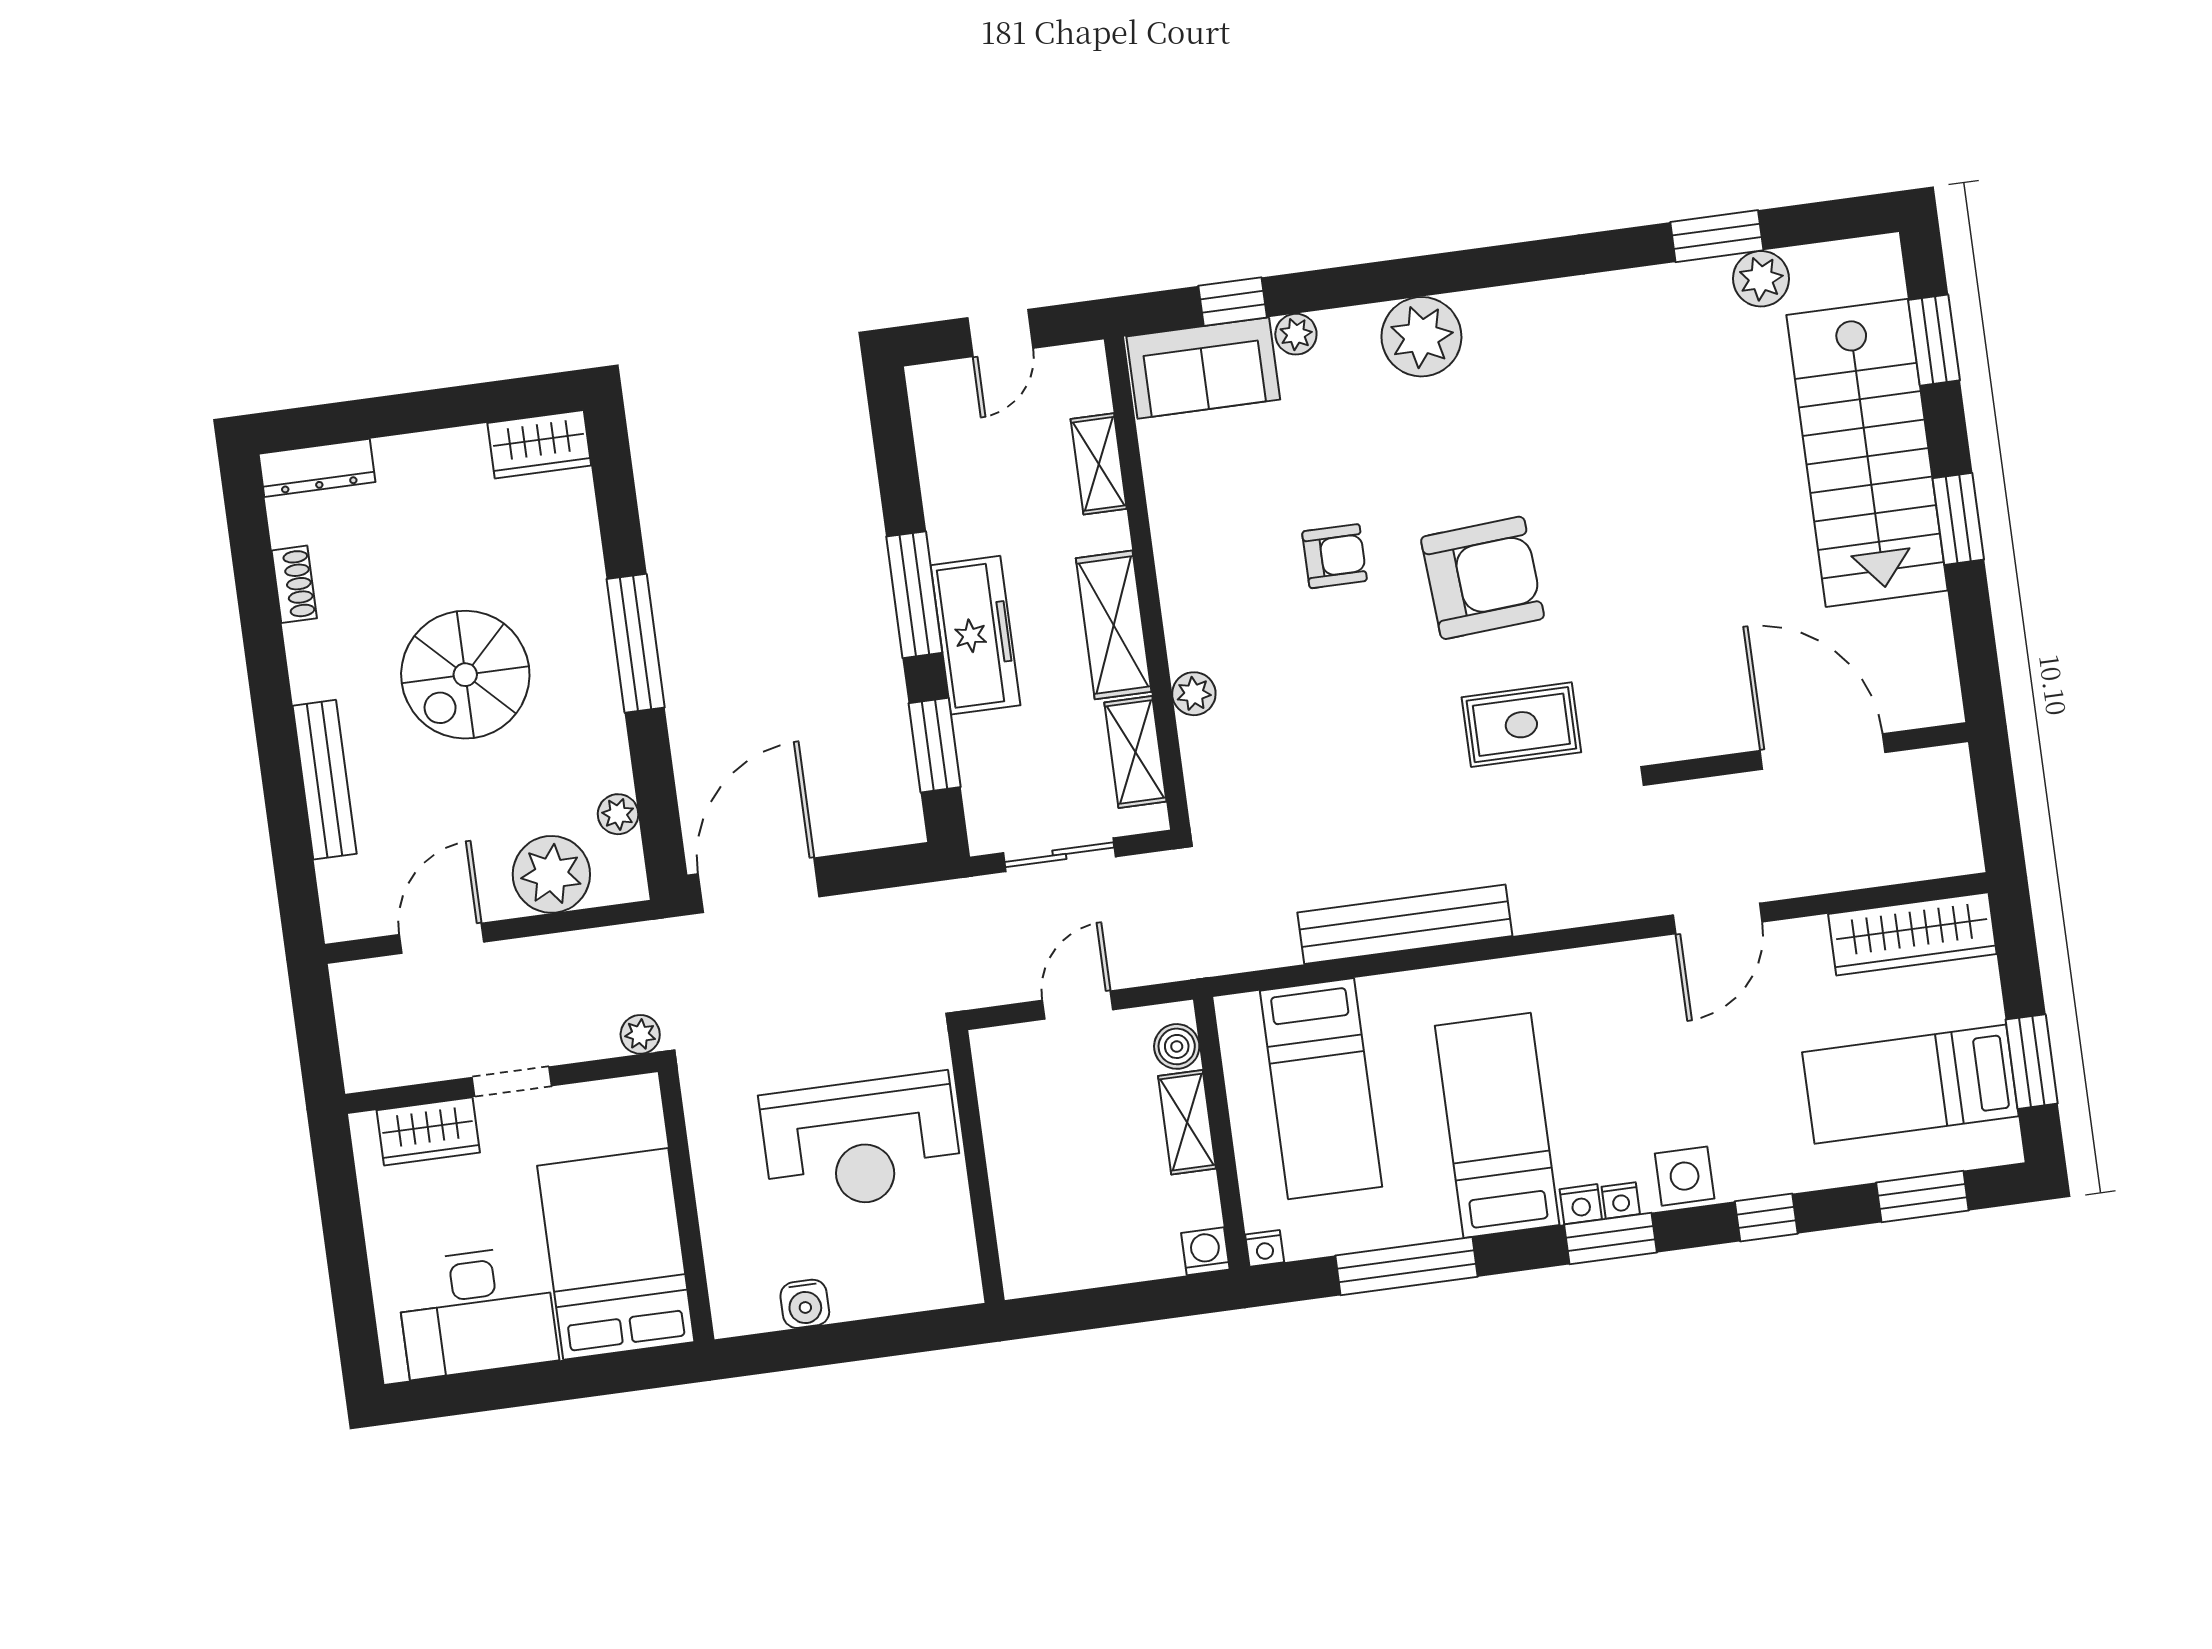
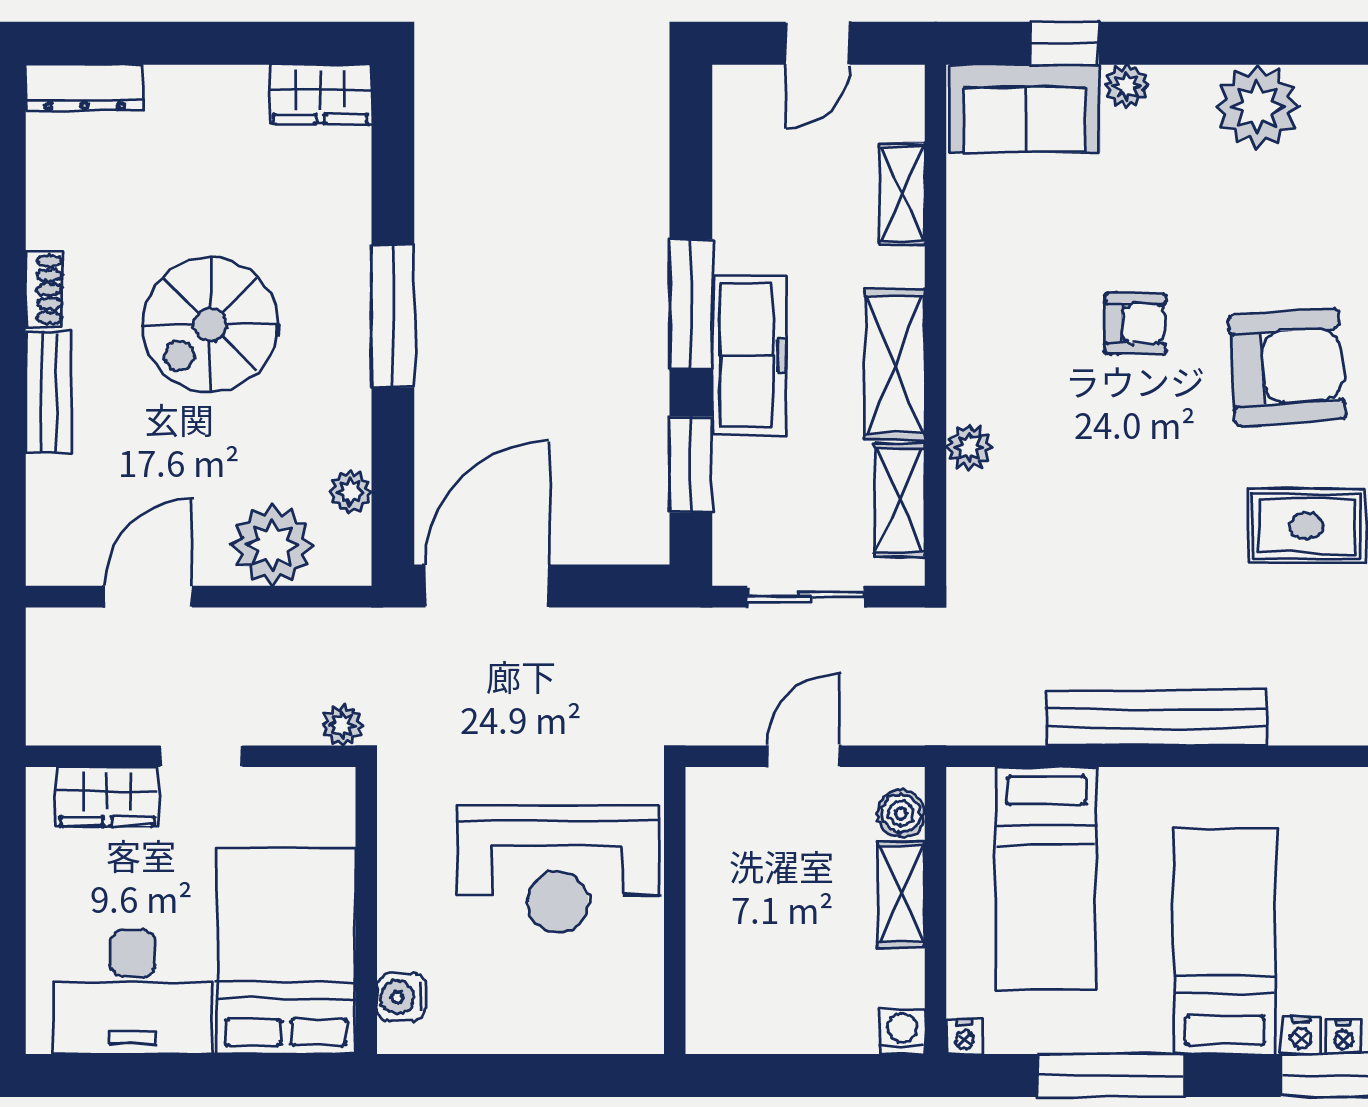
shoe rack: (294, 584) -> (44, 289), moved
bench: (325, 780) -> (49, 393), width x0.73
water cooler: (805, 1304) -> (401, 997), moved, turned 90

